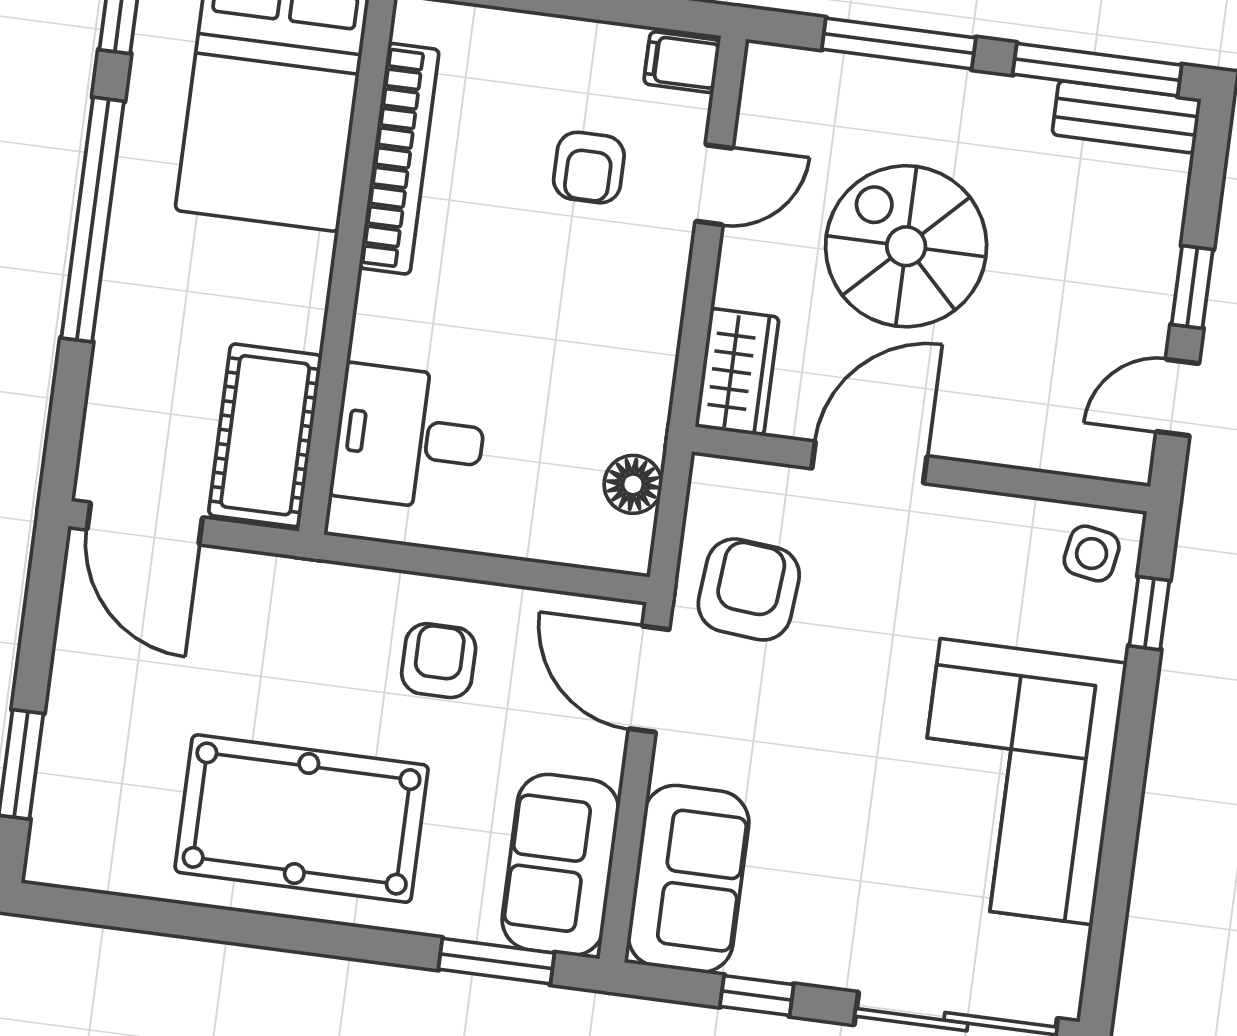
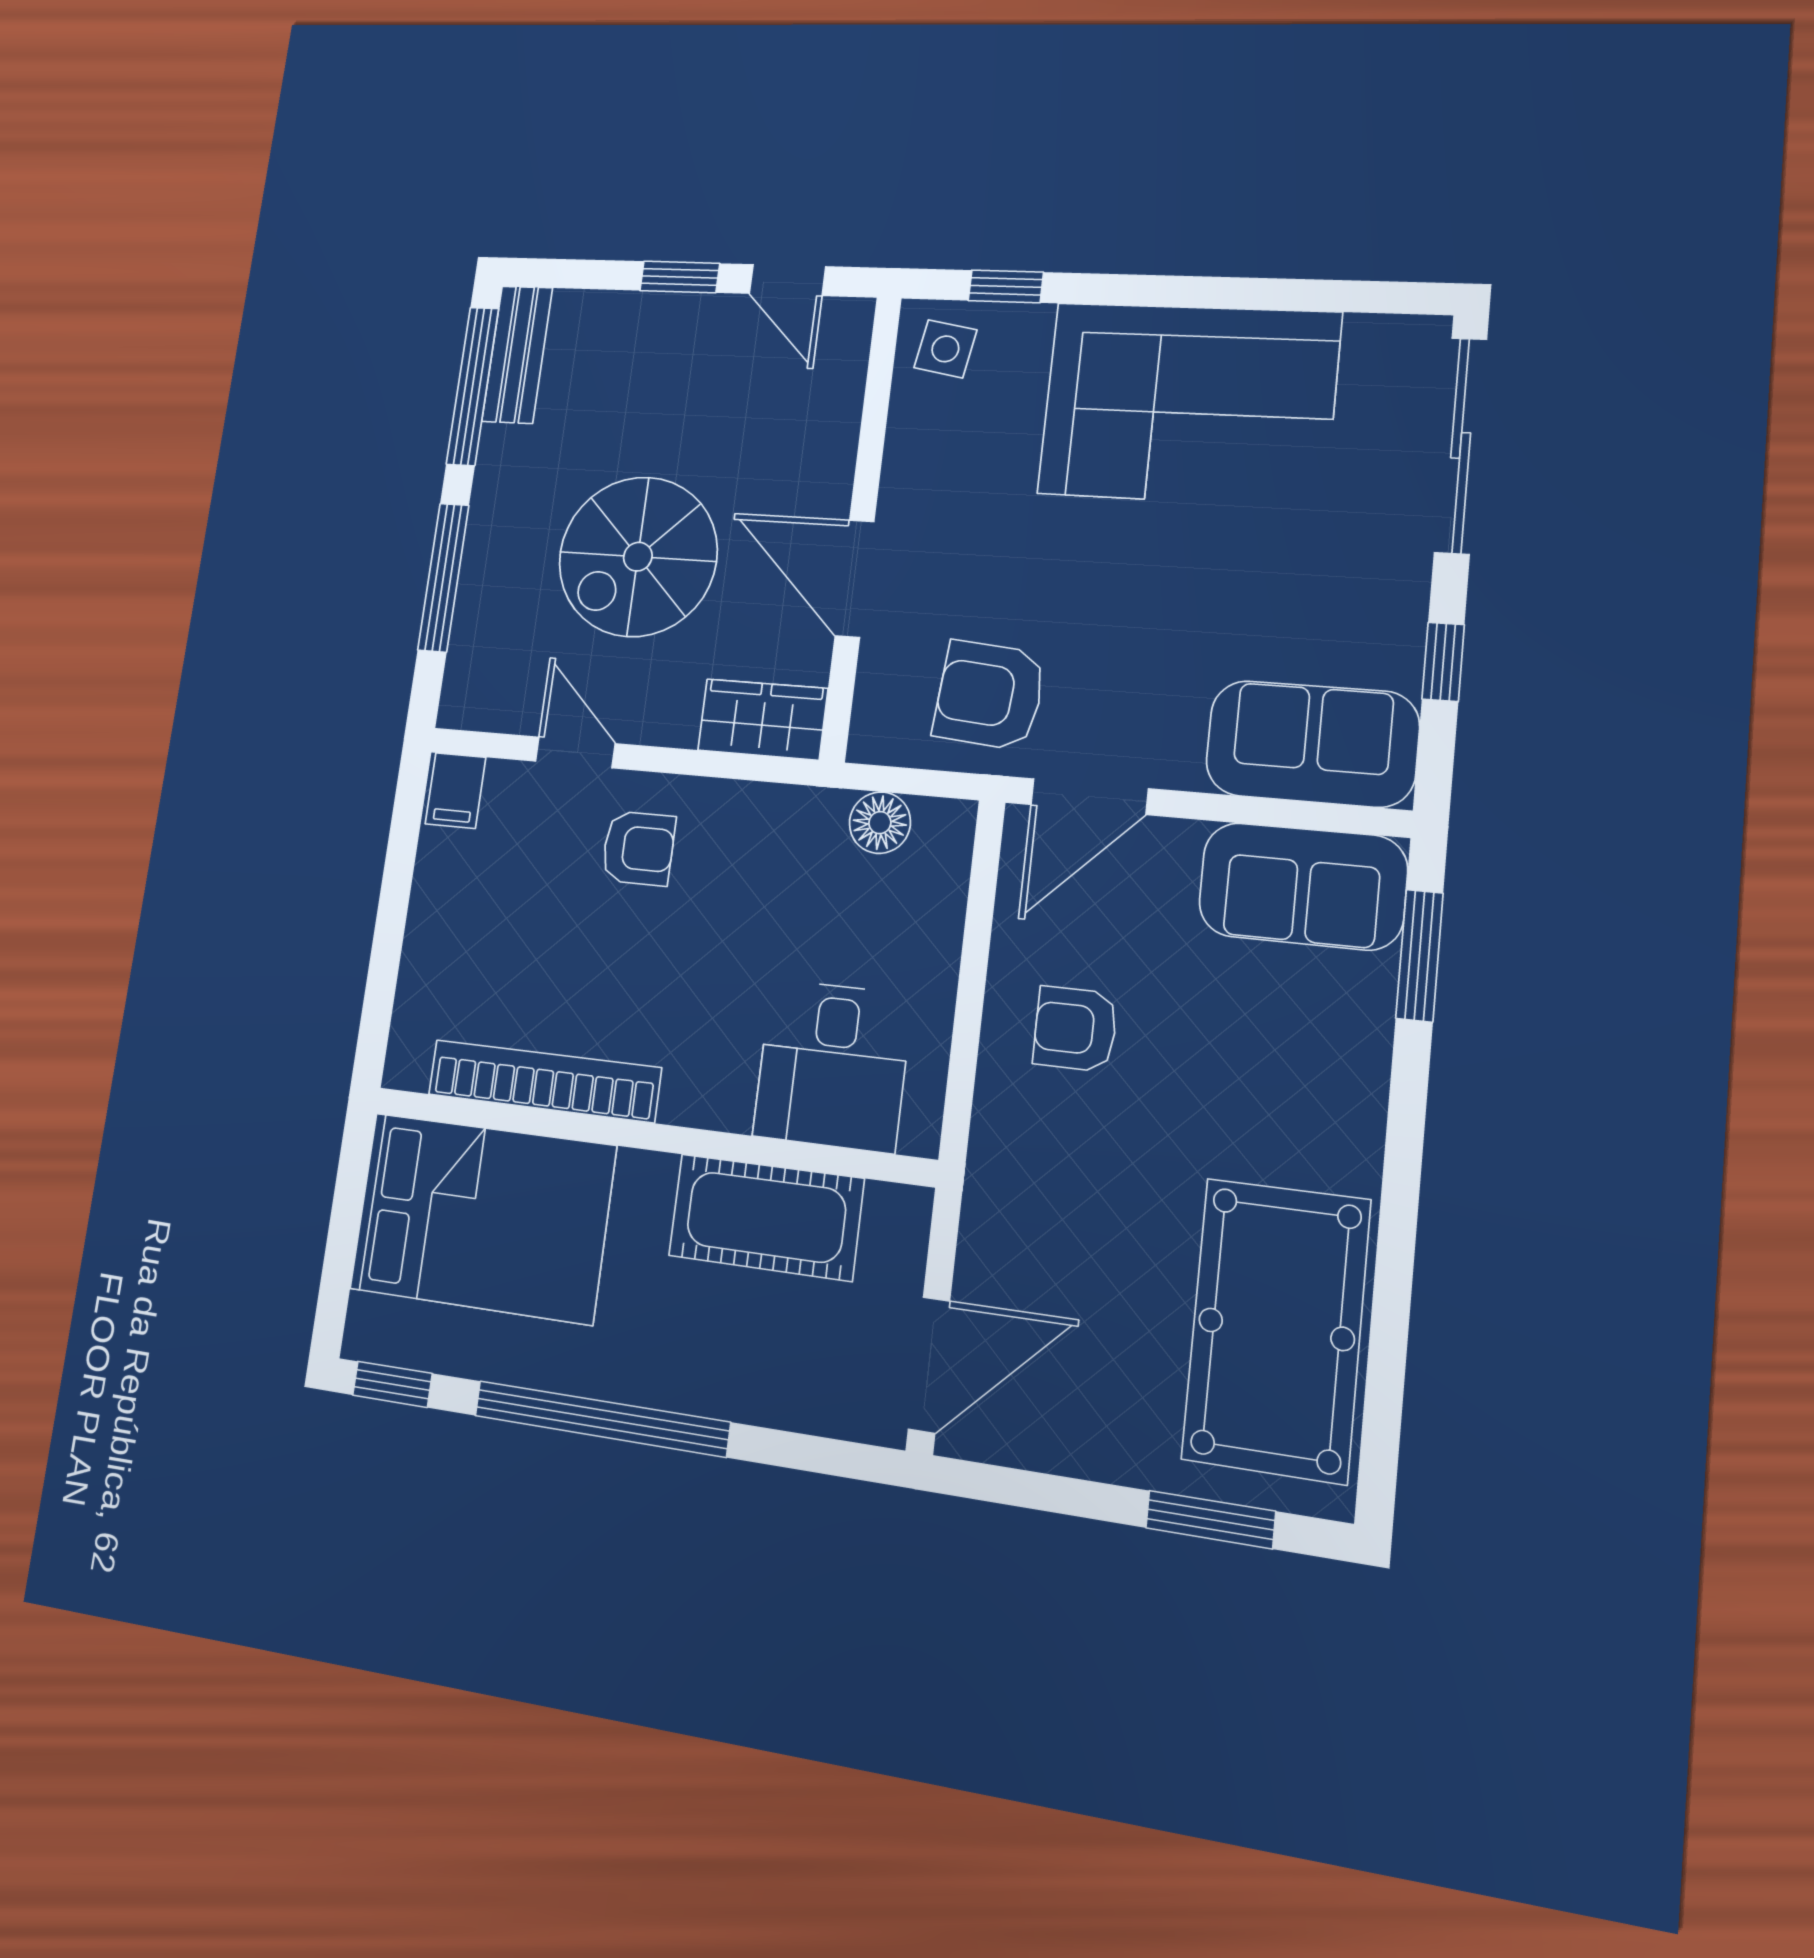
armchair: (589, 168) -> (638, 848), moved
cot: (265, 435) -> (766, 1217), moved
pool table: (302, 819) -> (1276, 1329), moved

